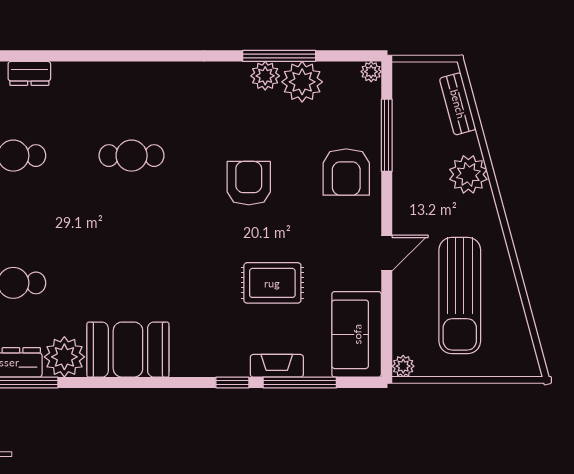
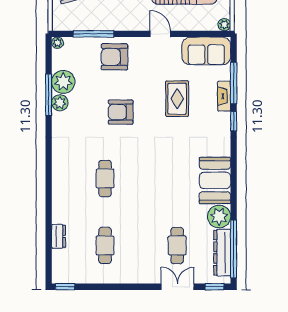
armchair: (346, 172) -> (114, 57), turned 180

